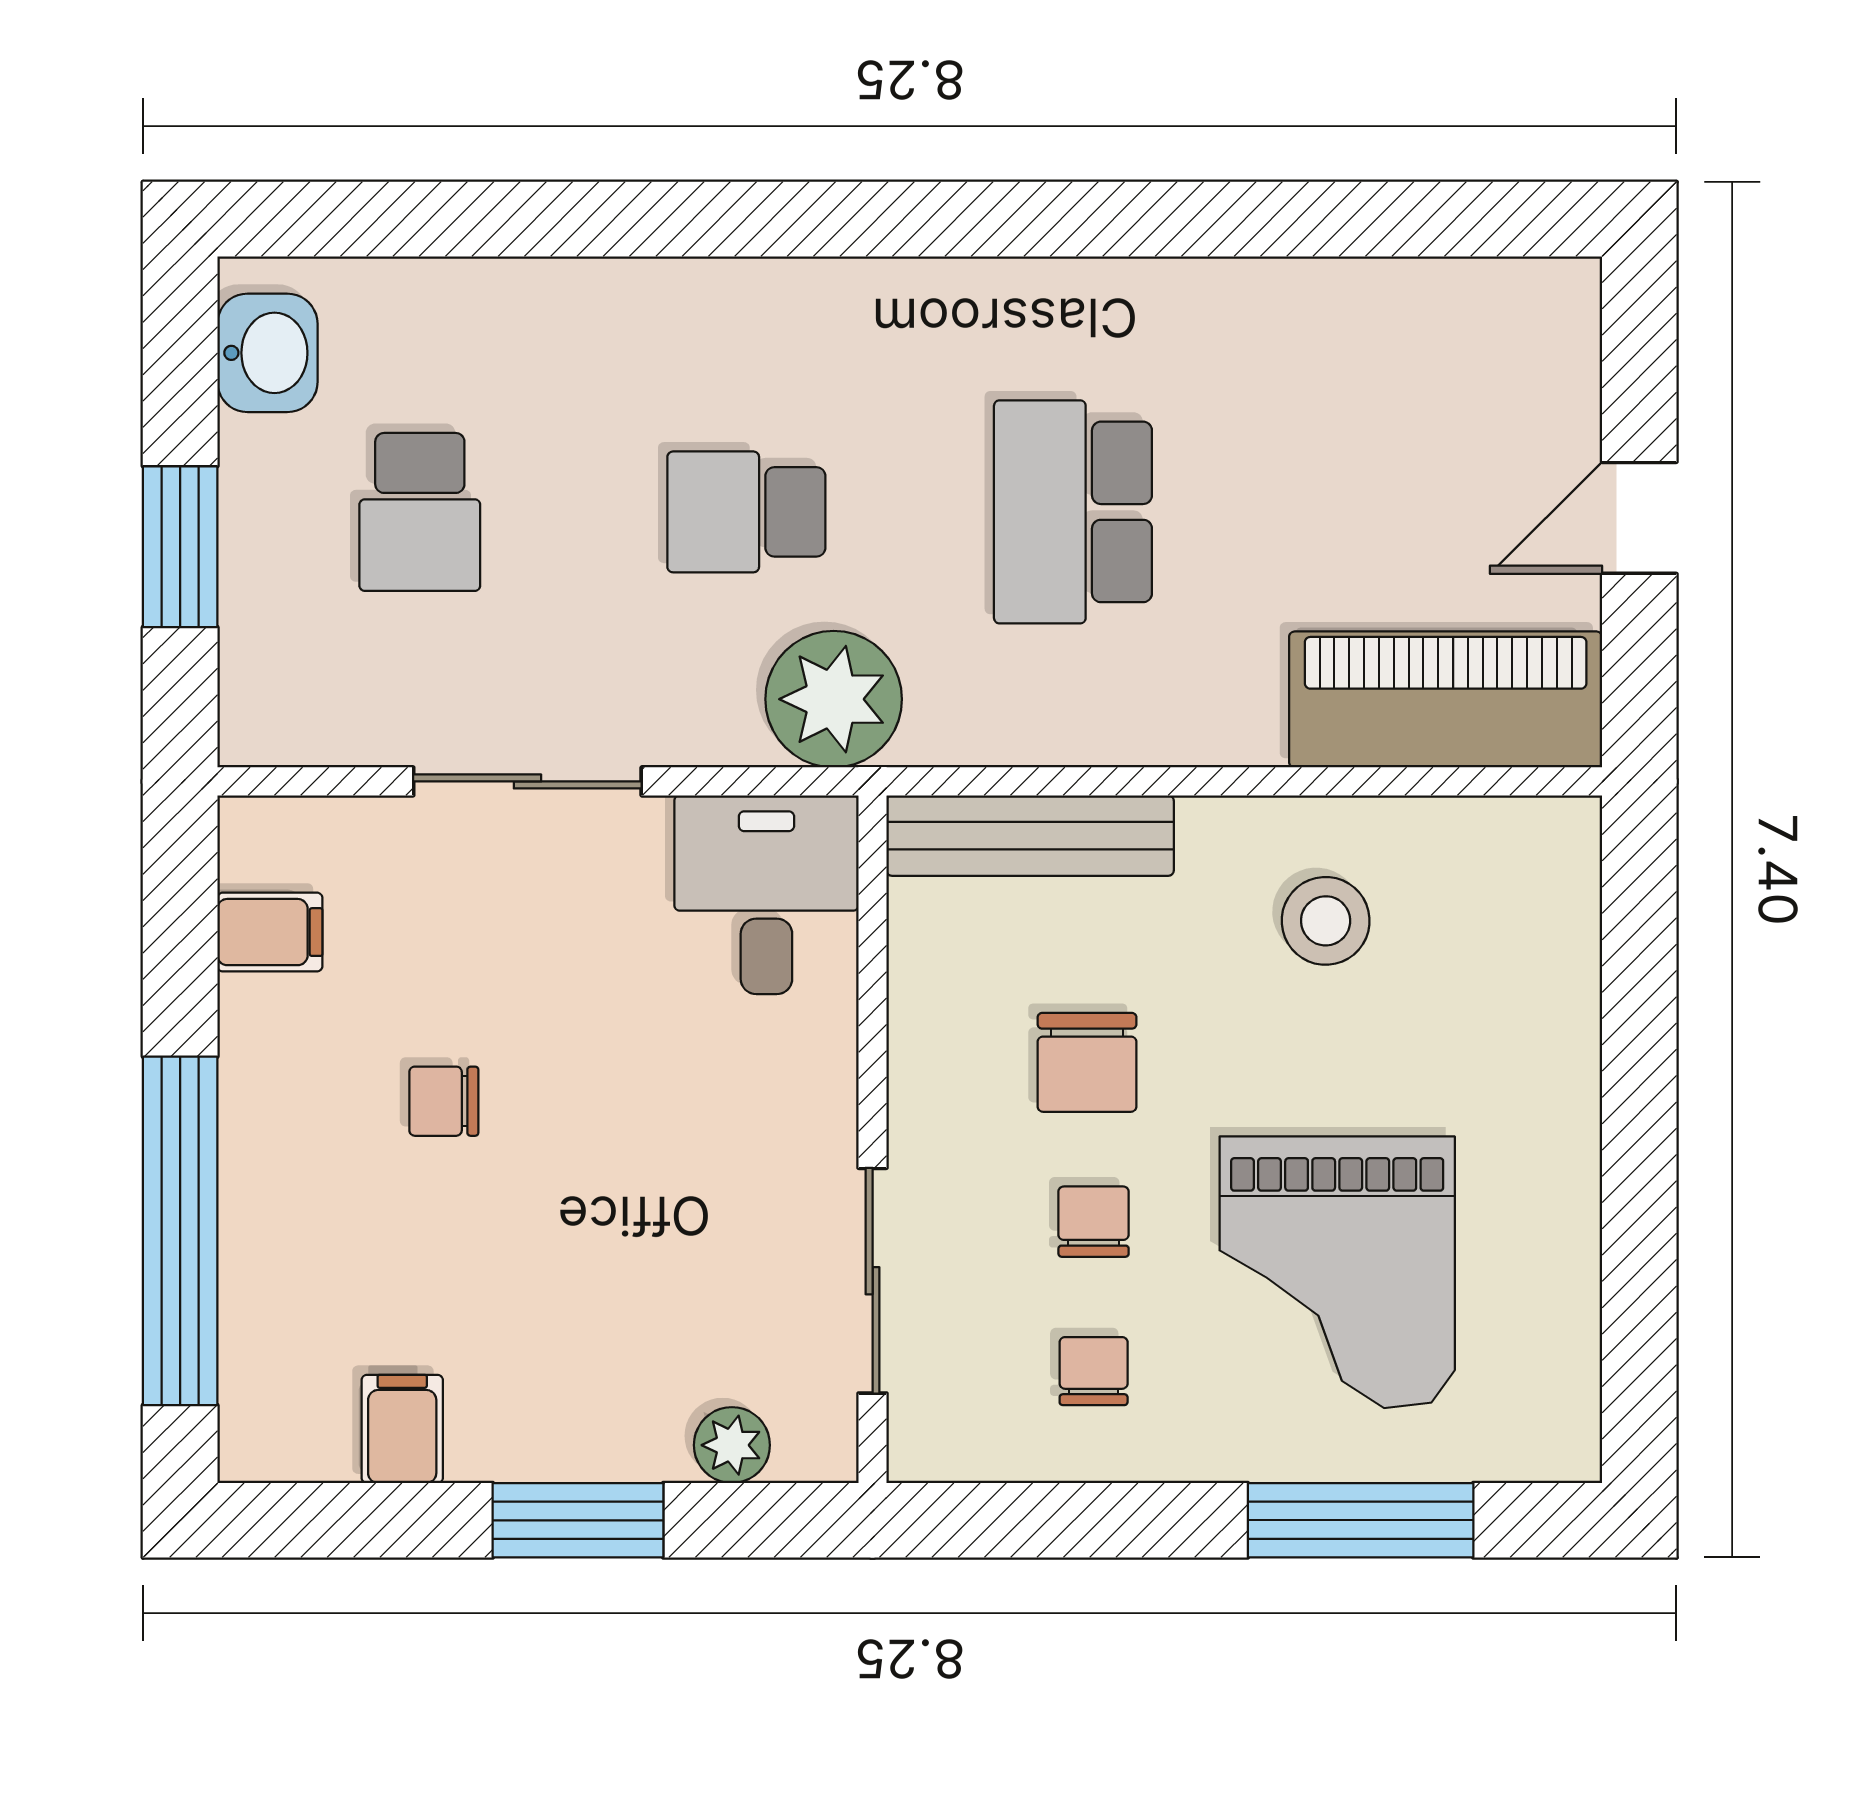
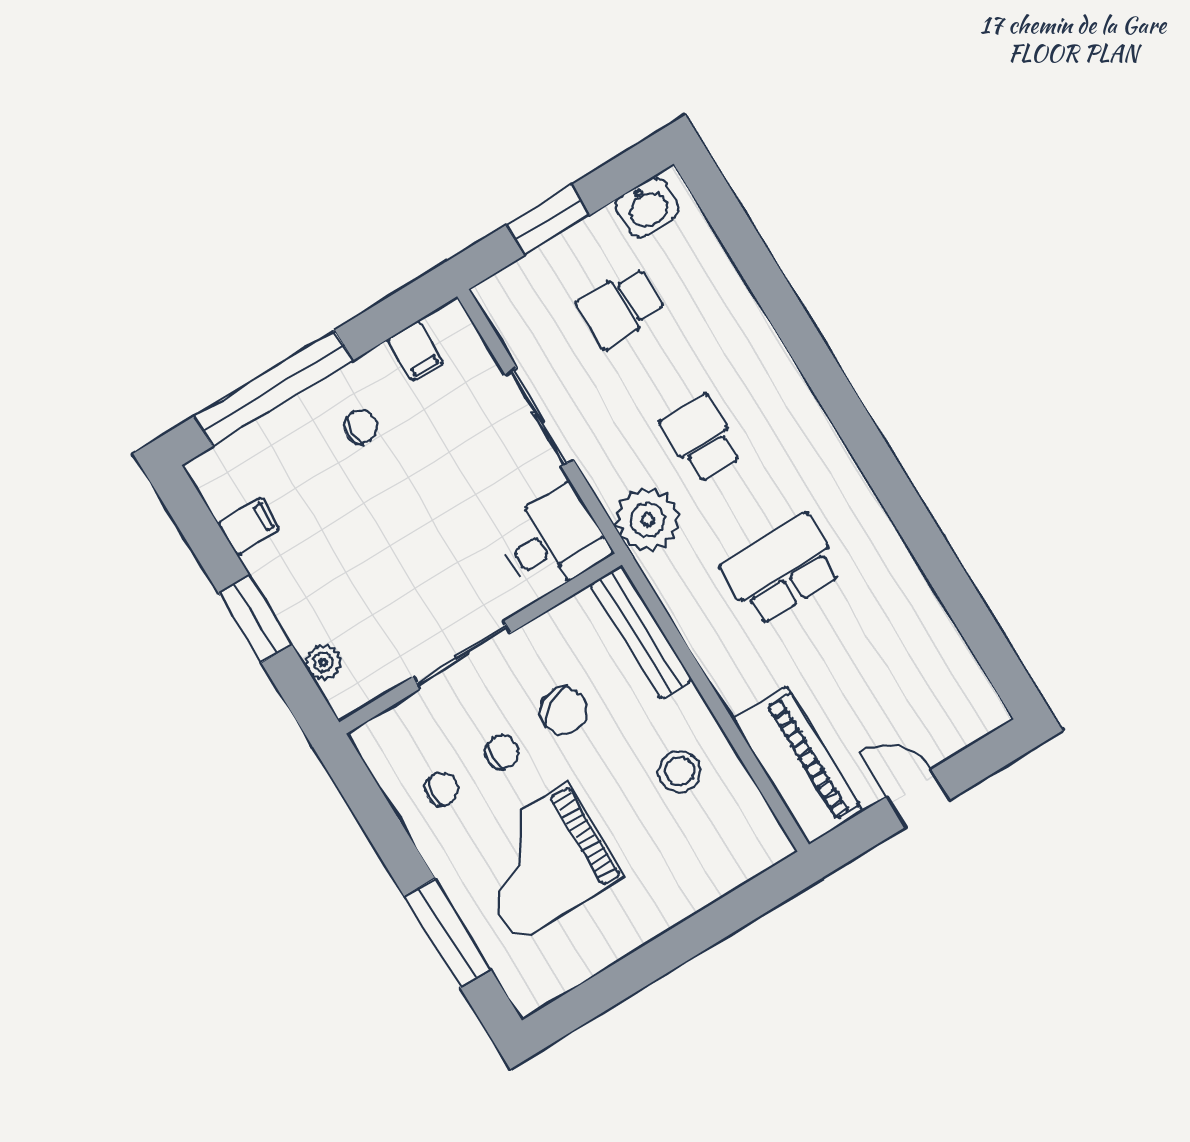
chair: (1087, 1062) -> (564, 711), turned -119
chair: (444, 1101) -> (361, 427), moved, turned 90
sliding door: (873, 1281) -> (462, 655), moved

